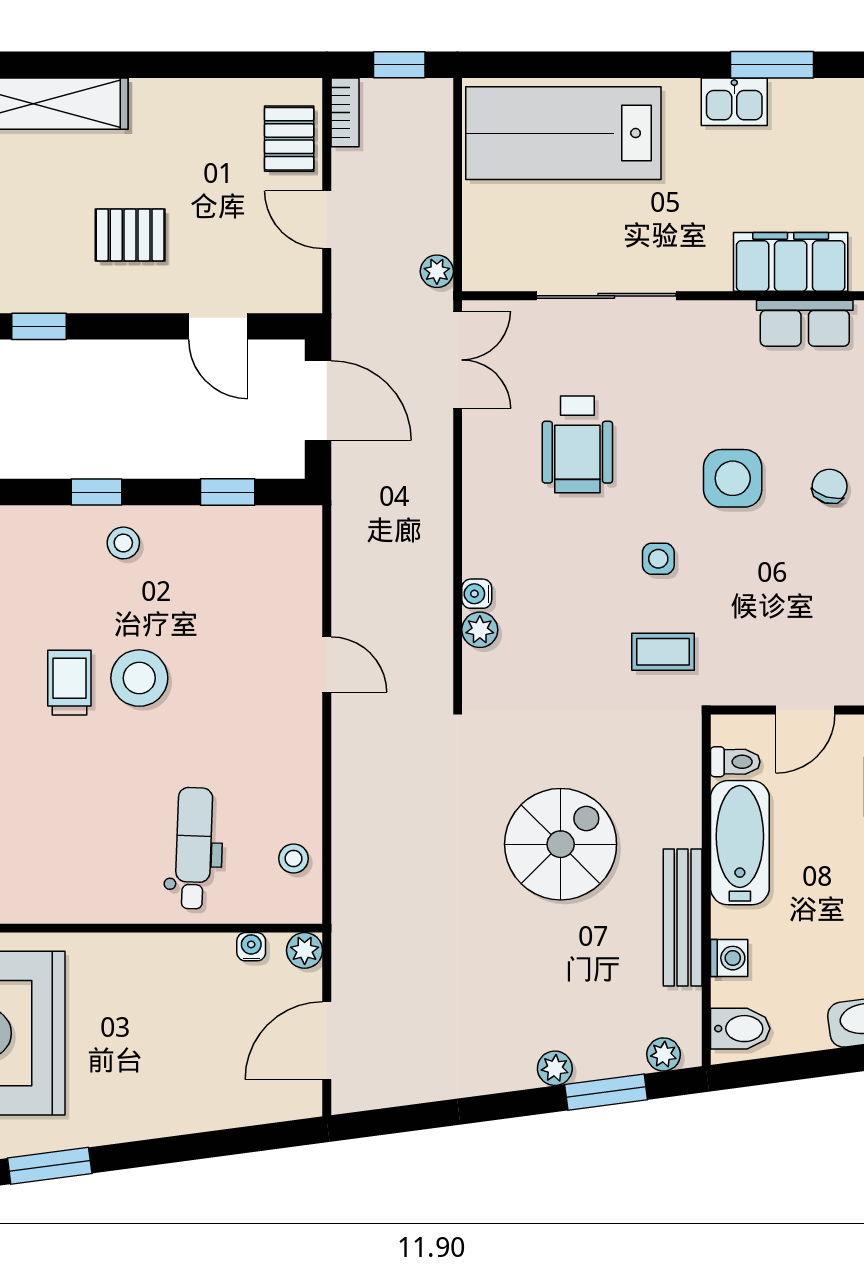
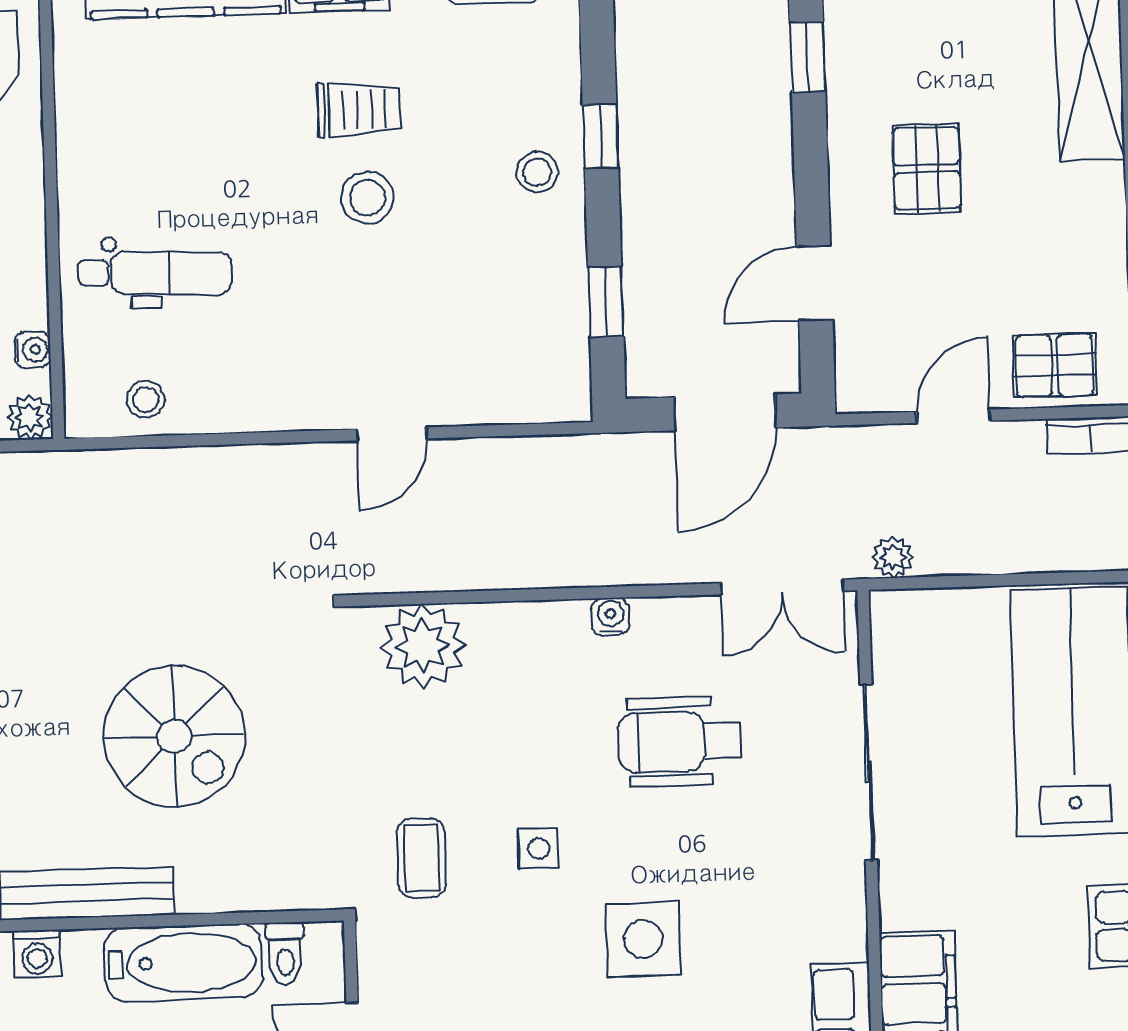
water cooler: (477, 594) -> (611, 617), moved
plant: (480, 630) -> (423, 646), width x1.88, depth x1.88
stool: (139, 678) -> (367, 198), width x0.73, depth x0.73

